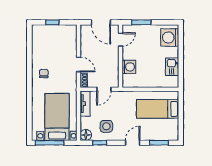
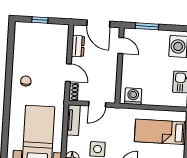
door: (121, 40) -> (121, 46), hinge flipped
dresser: (85, 42) -> (78, 46), added
washing machine: (129, 67) -> (133, 96), moved, turned -90

